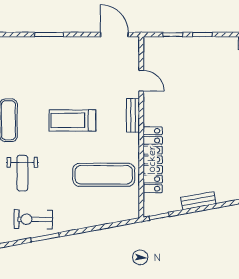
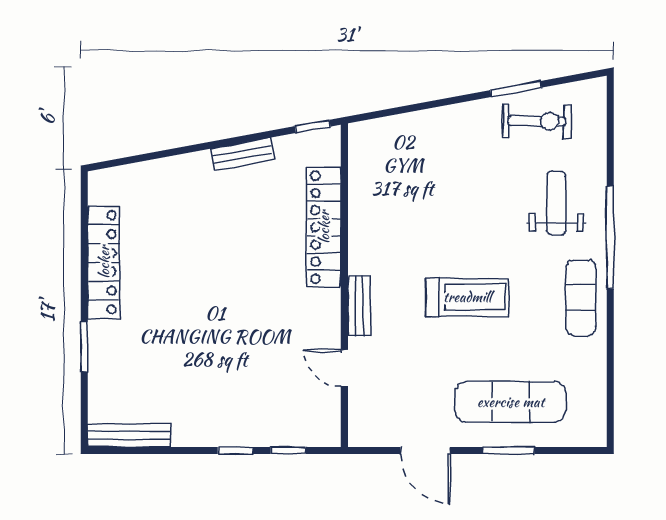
door: (114, 35) -> (425, 450), moved
exercise mat: (104, 175) -> (511, 402), moved

